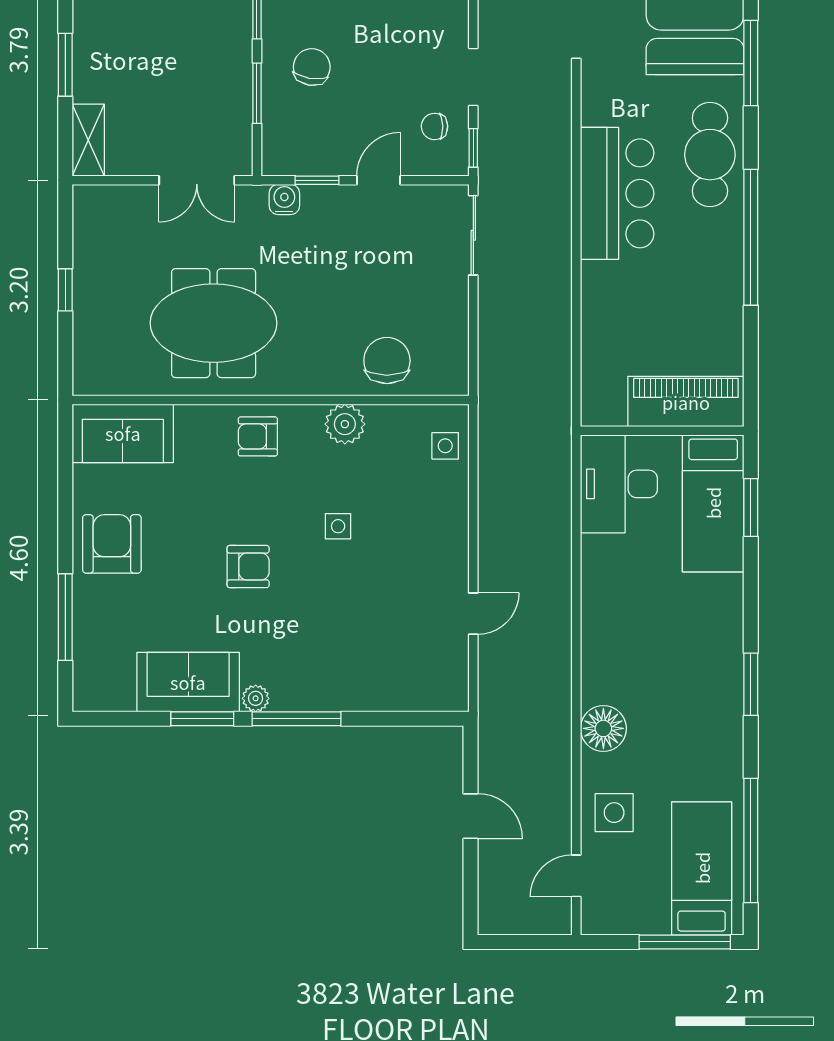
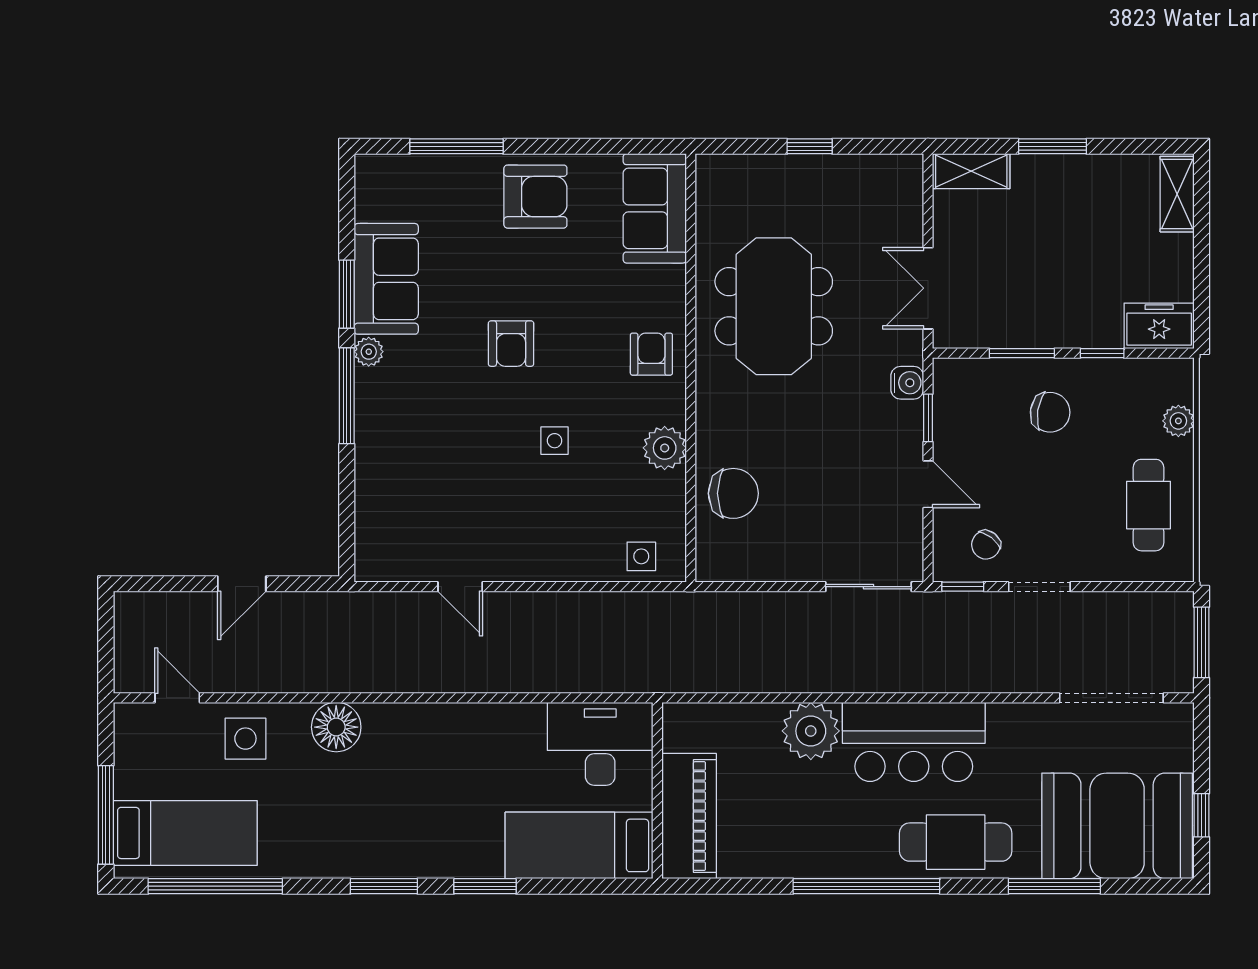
chair: (435, 126) -> (986, 545), turned -140
plant: (607, 289) -> (811, 731), added
window: (751, 508) -> (485, 886), moved

